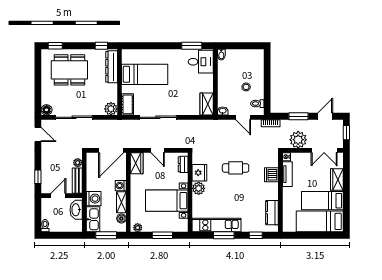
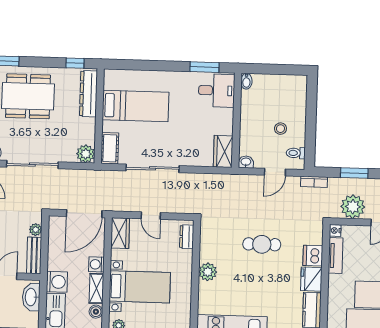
door: (243, 117) -> (275, 172), hinge flipped
fridge: (199, 173) -> (311, 279), moved, turned 180
bed with nightstands: (167, 201) -> (140, 287), moved, turned 180

